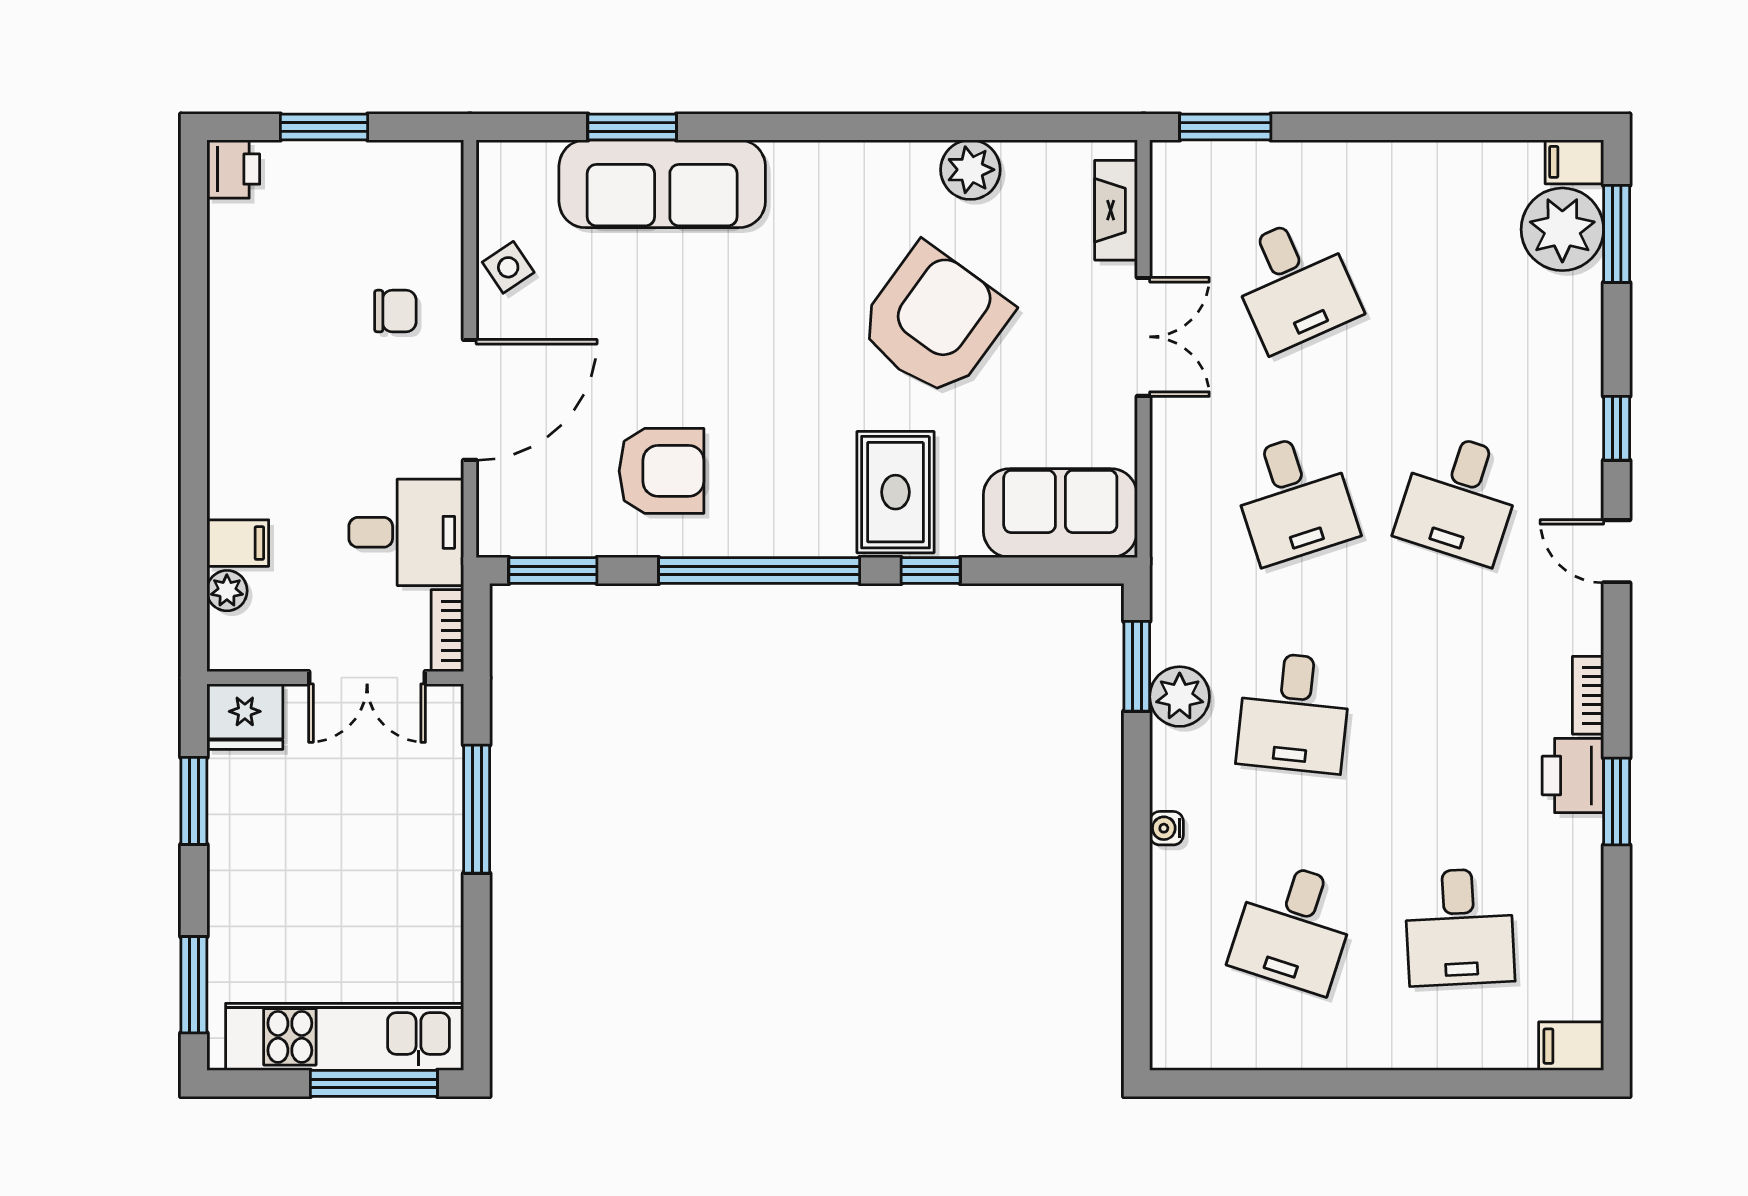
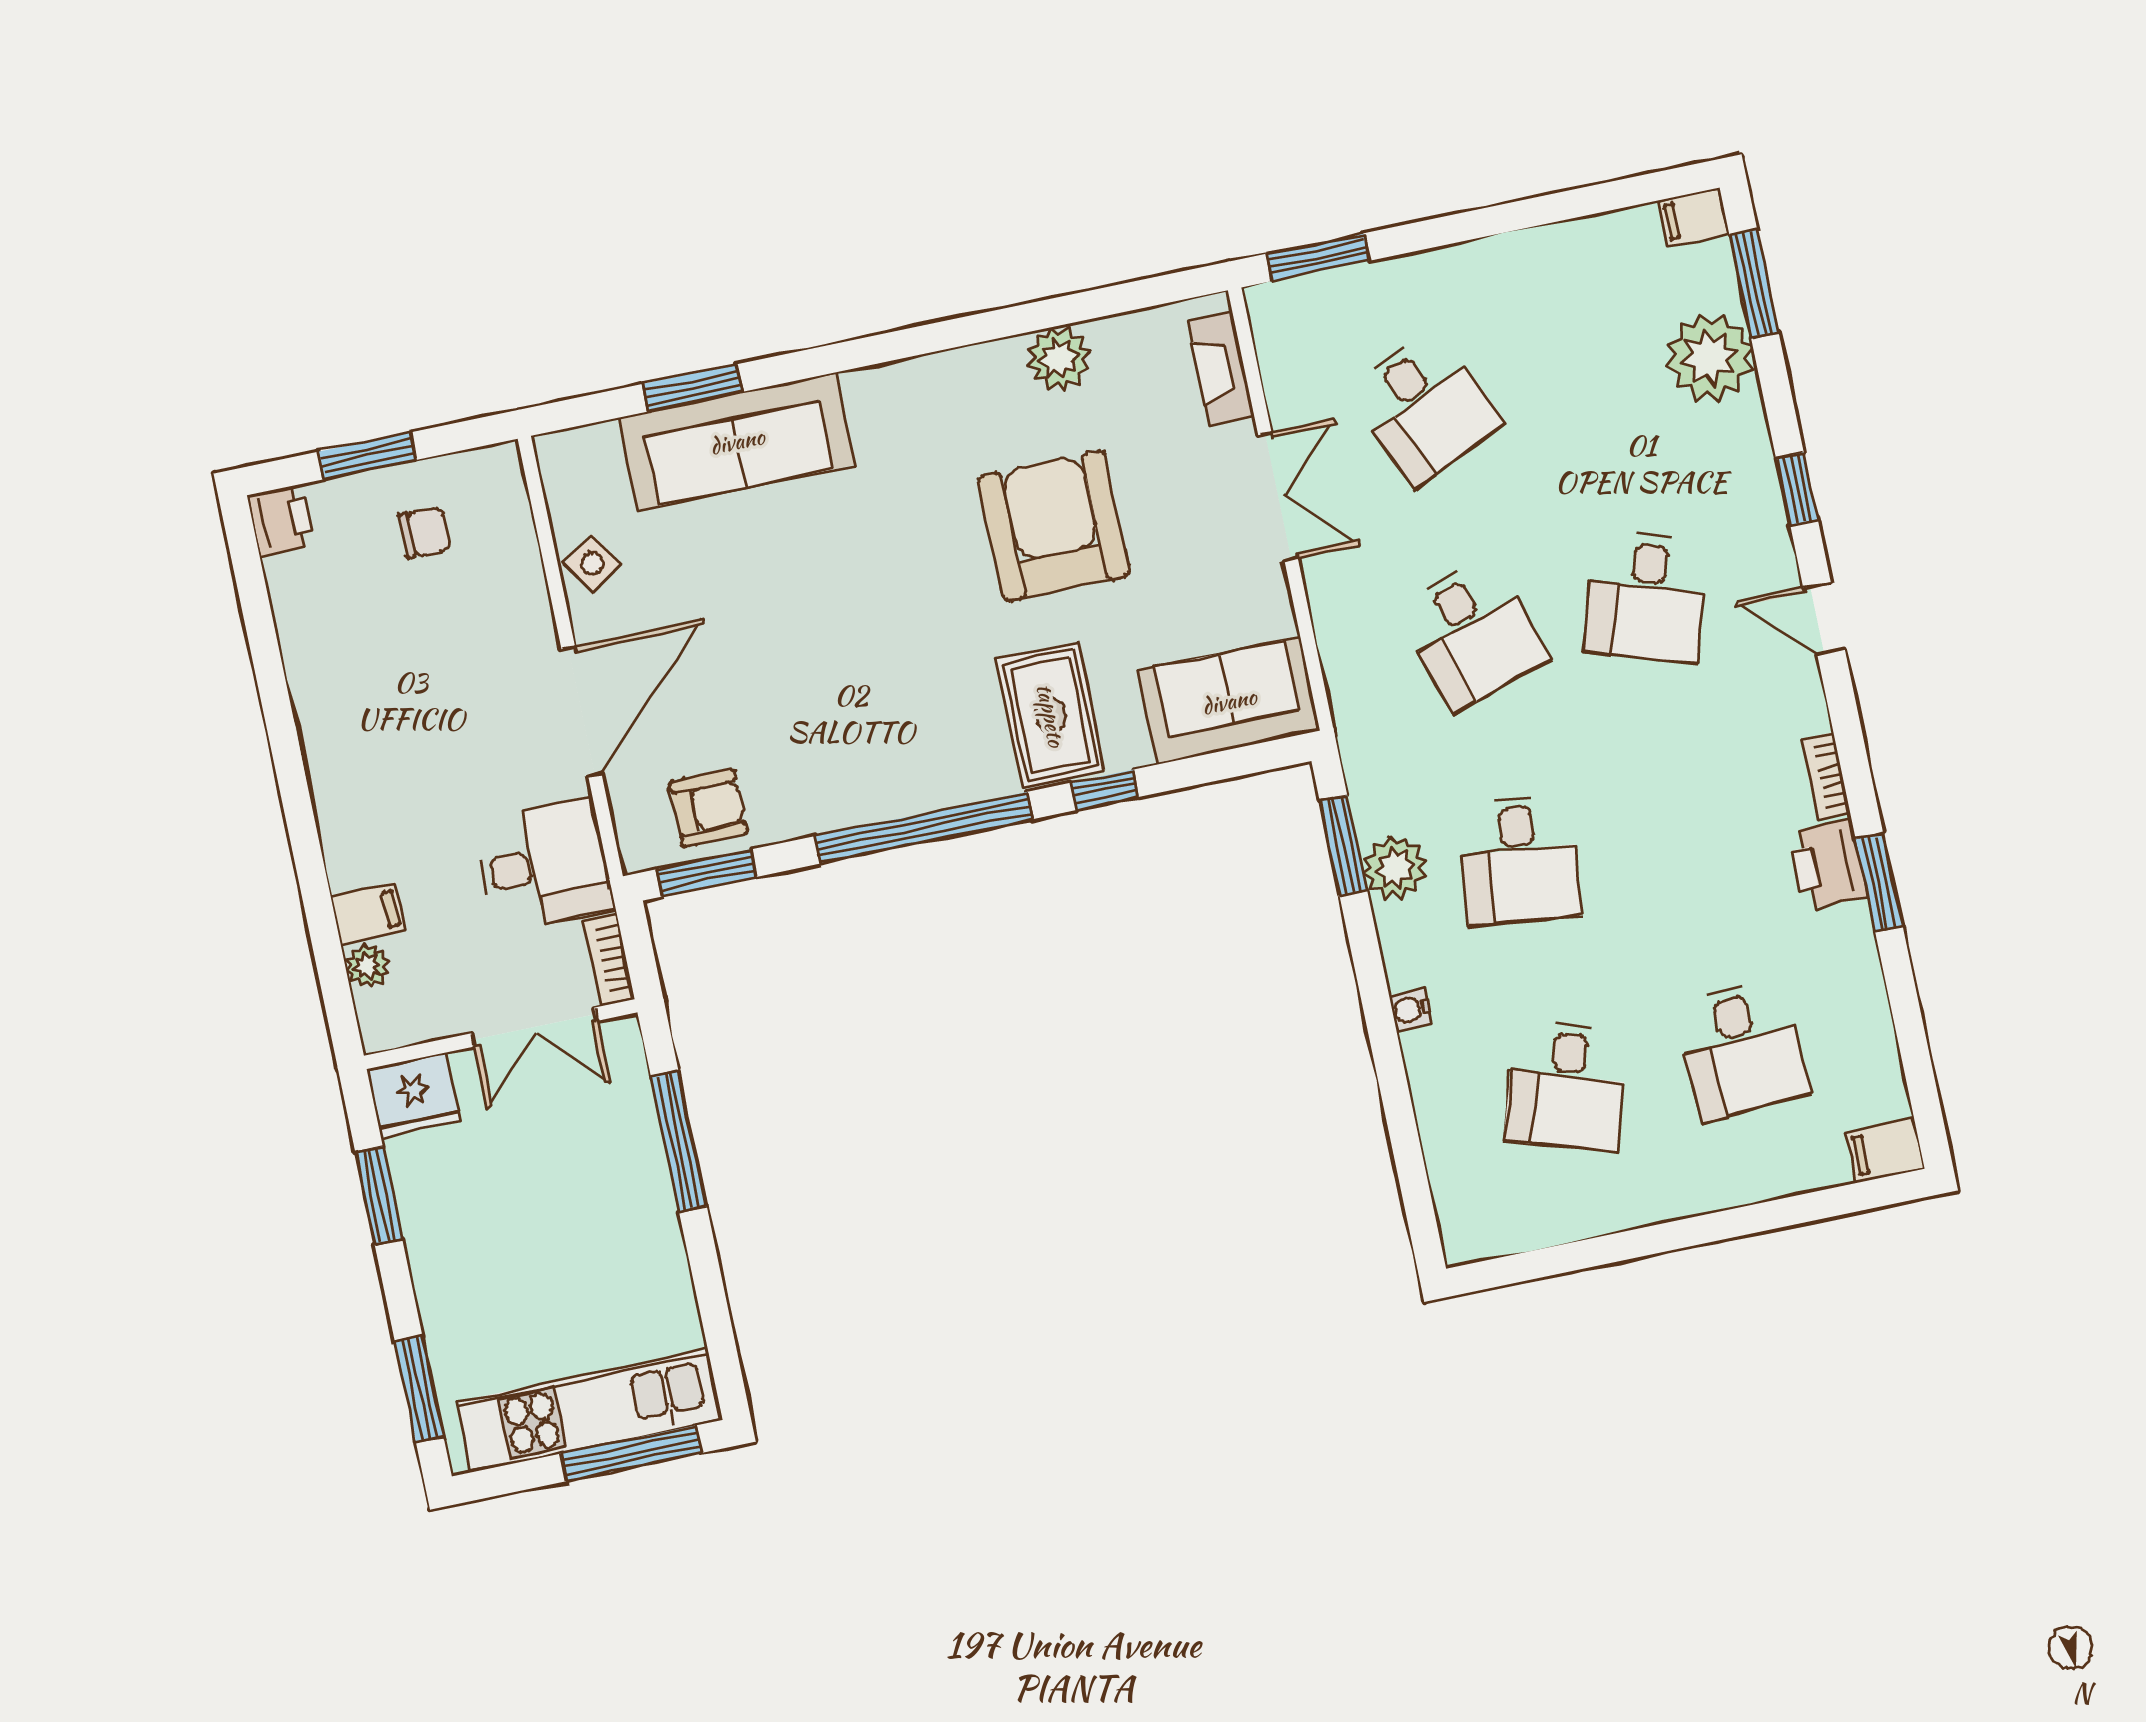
plant: (1562, 229) -> (1710, 357), moved
chair: (395, 311) -> (424, 532), moved
armchair: (934, 321) -> (1054, 526), turned -36
armchair: (661, 471) -> (709, 808), moved, width x0.72, depth x0.72

